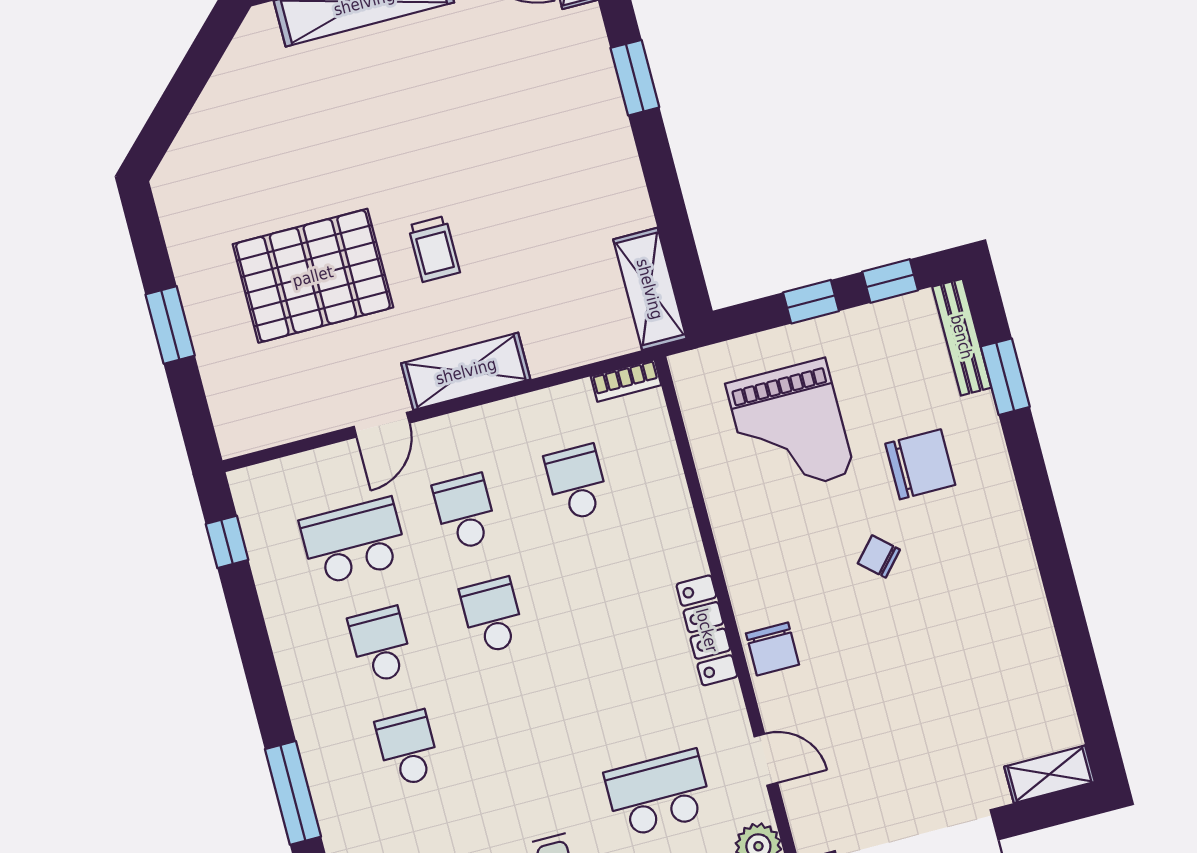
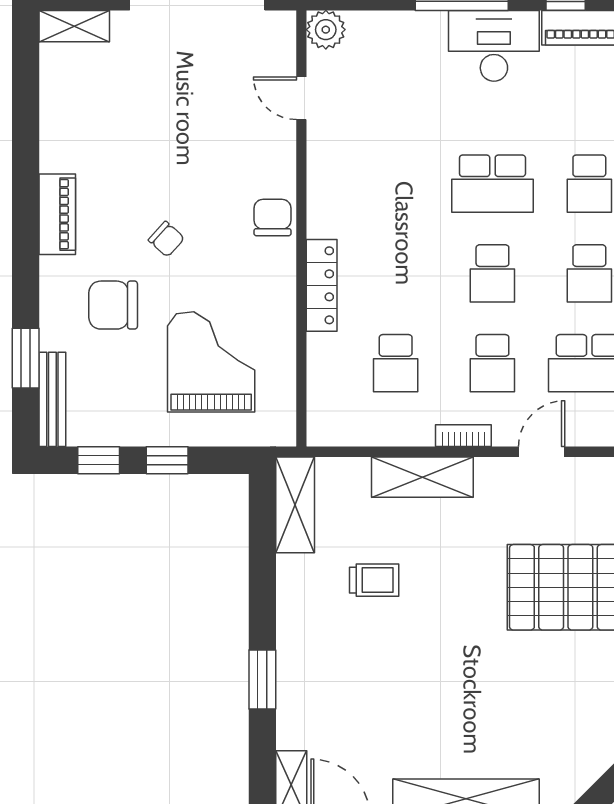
trolley: (434, 249) -> (374, 580), moved, turned 90
shelving: (466, 371) -> (422, 477), moved
bookcase: (626, 381) -> (463, 436), moved
piano: (1012, 552) -> (57, 214), added
locker: (707, 630) -> (322, 285), moved
chair: (773, 649) -> (272, 218), moved
school desk: (658, 793) -> (492, 184), moved

